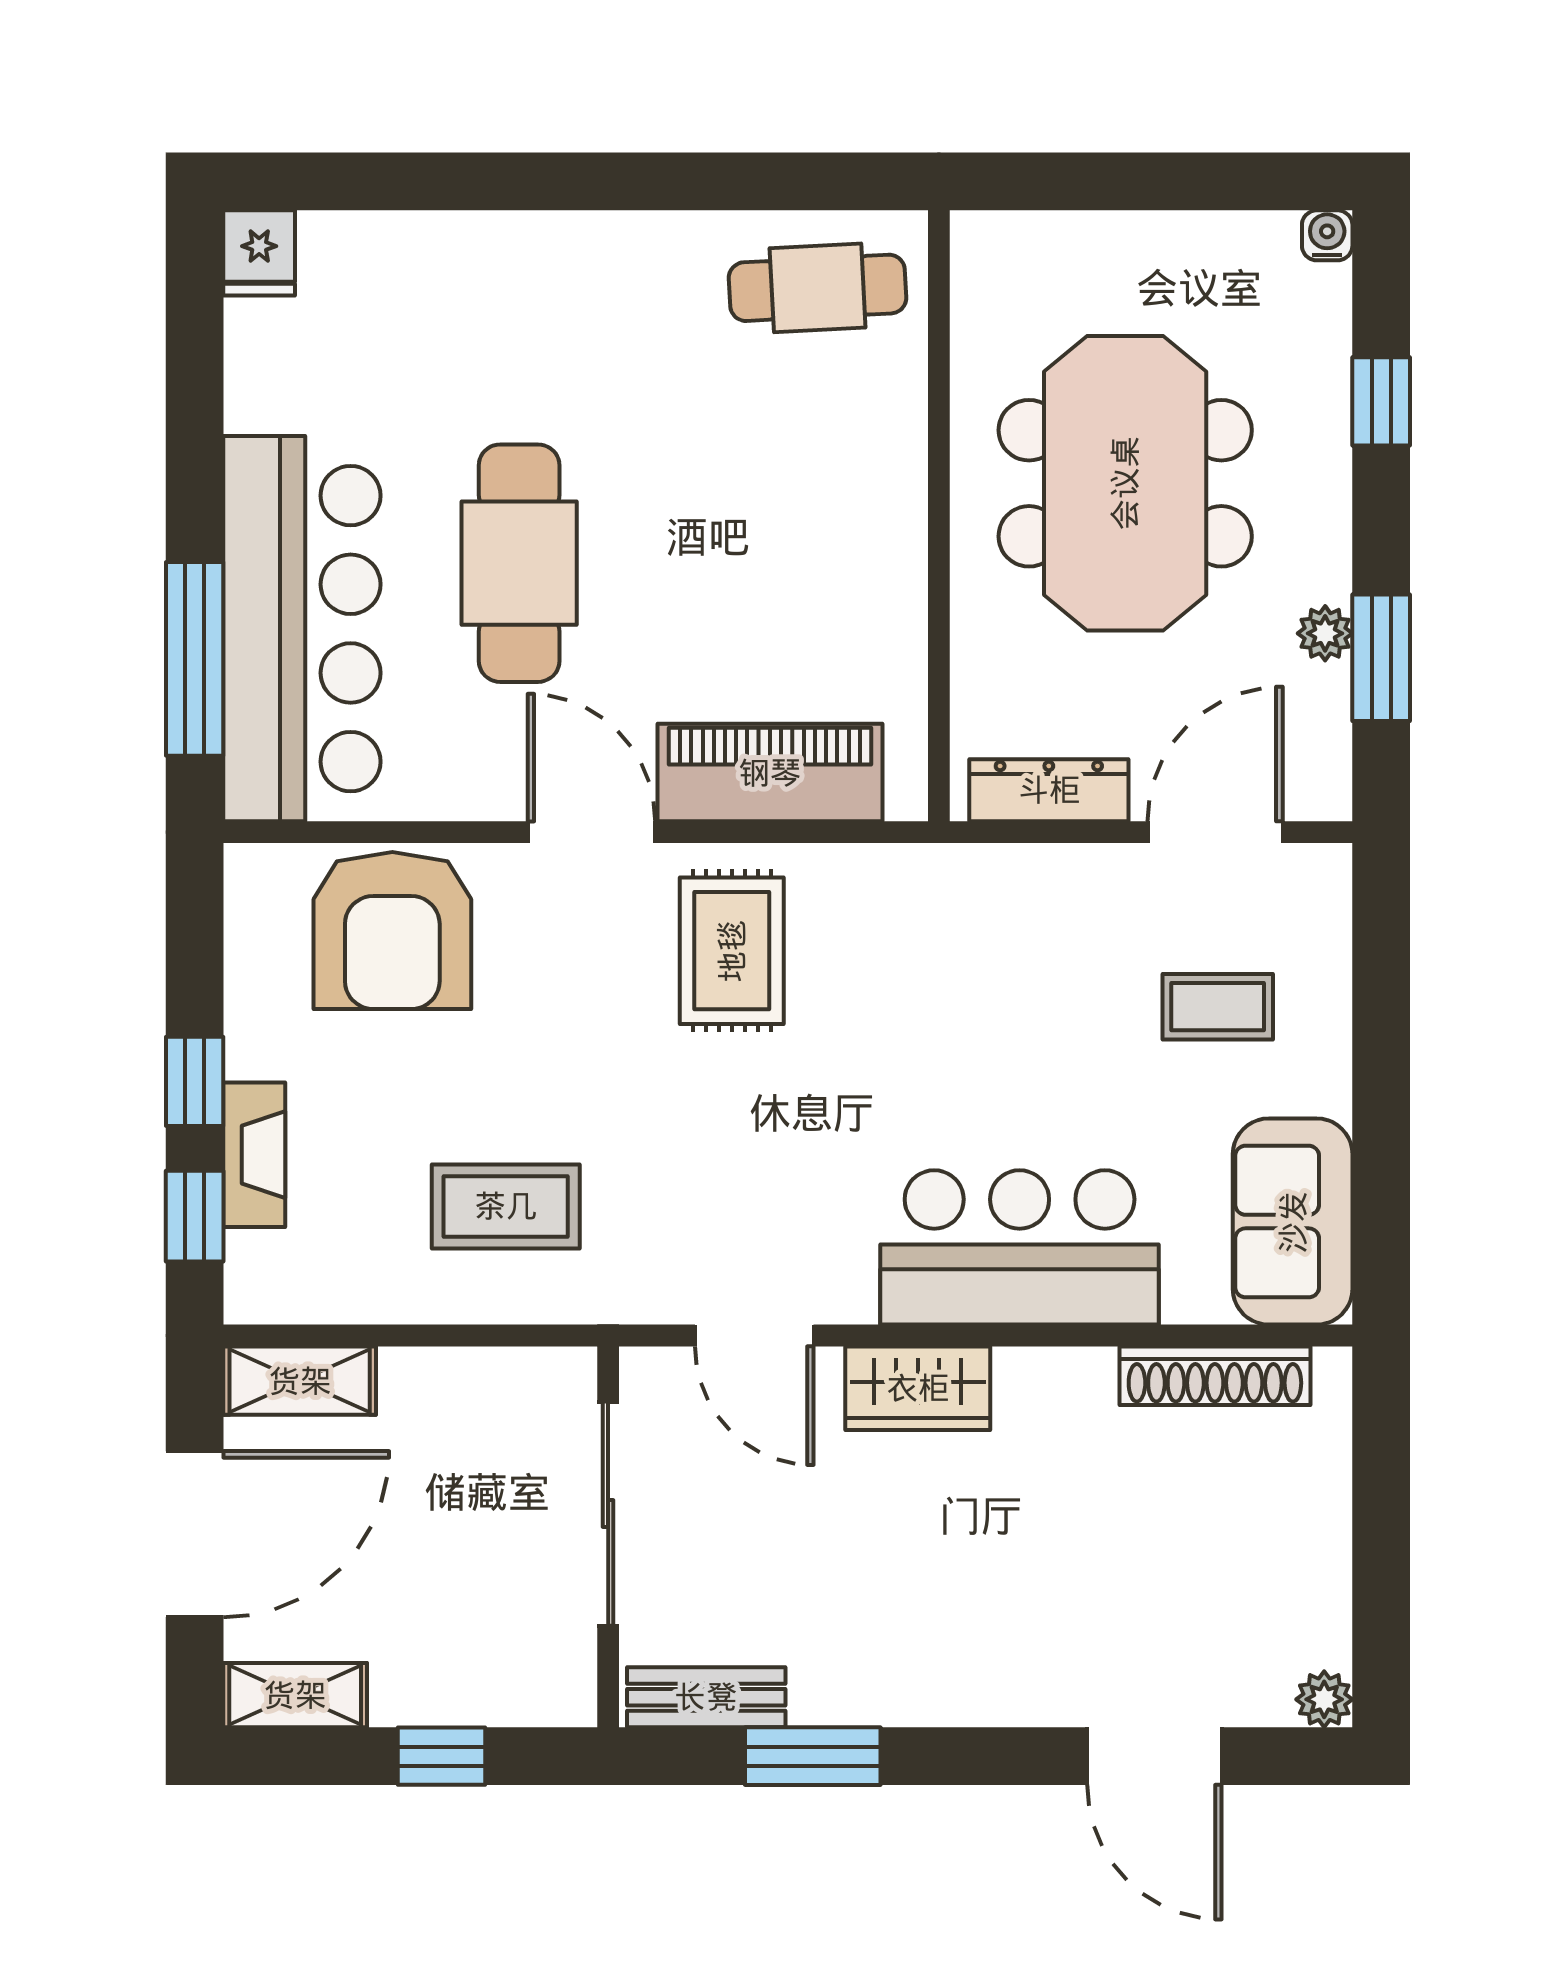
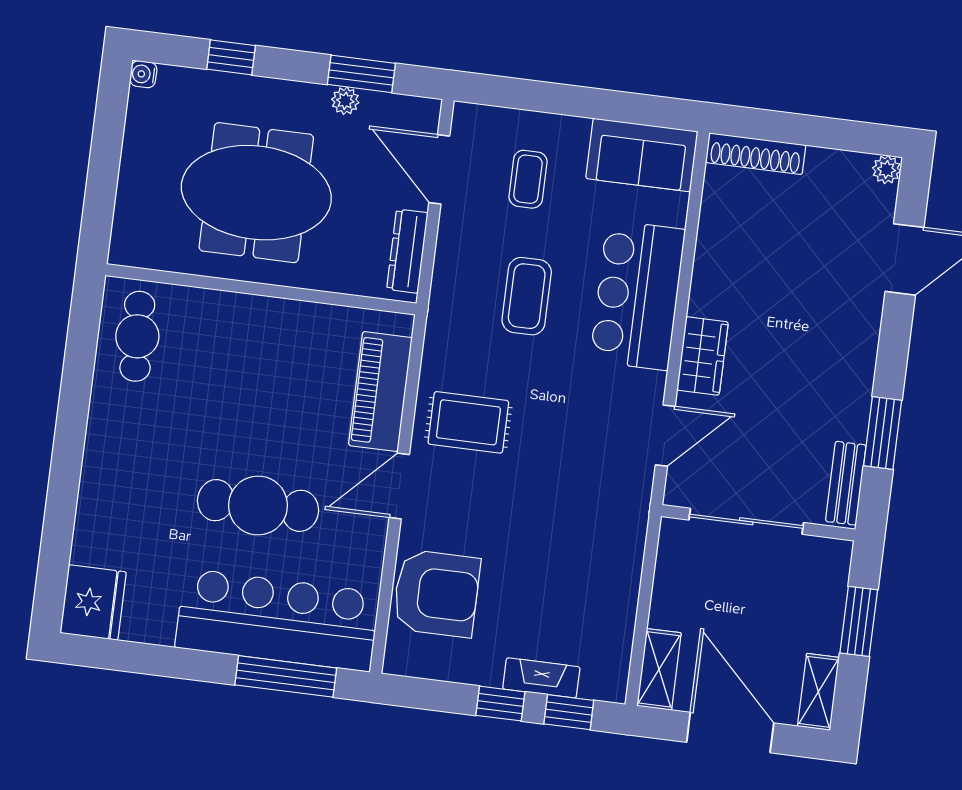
fridge: (259, 253) -> (93, 602), width x1.88, depth x1.34
coffee table: (506, 1206) -> (527, 296), moved
shoe rack: (1215, 1376) -> (756, 154), moved, turned 90
window: (442, 1756) -> (859, 621), width x1.50

